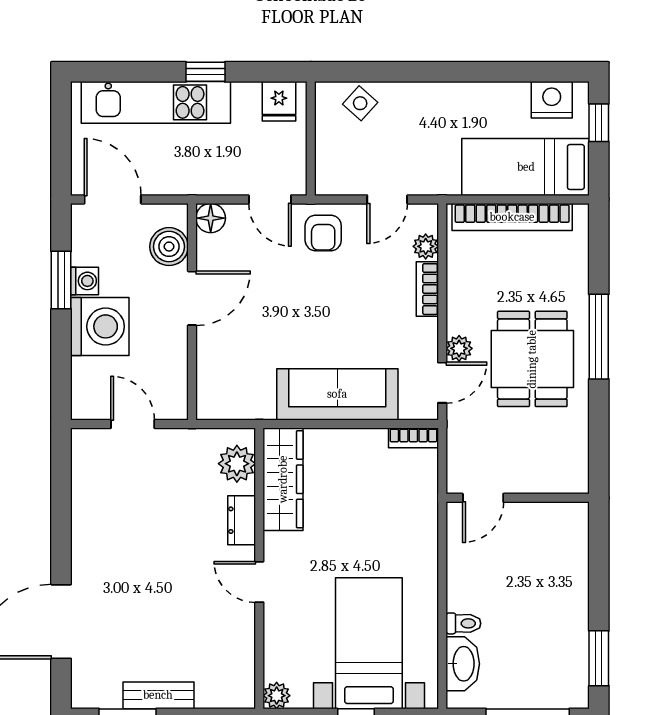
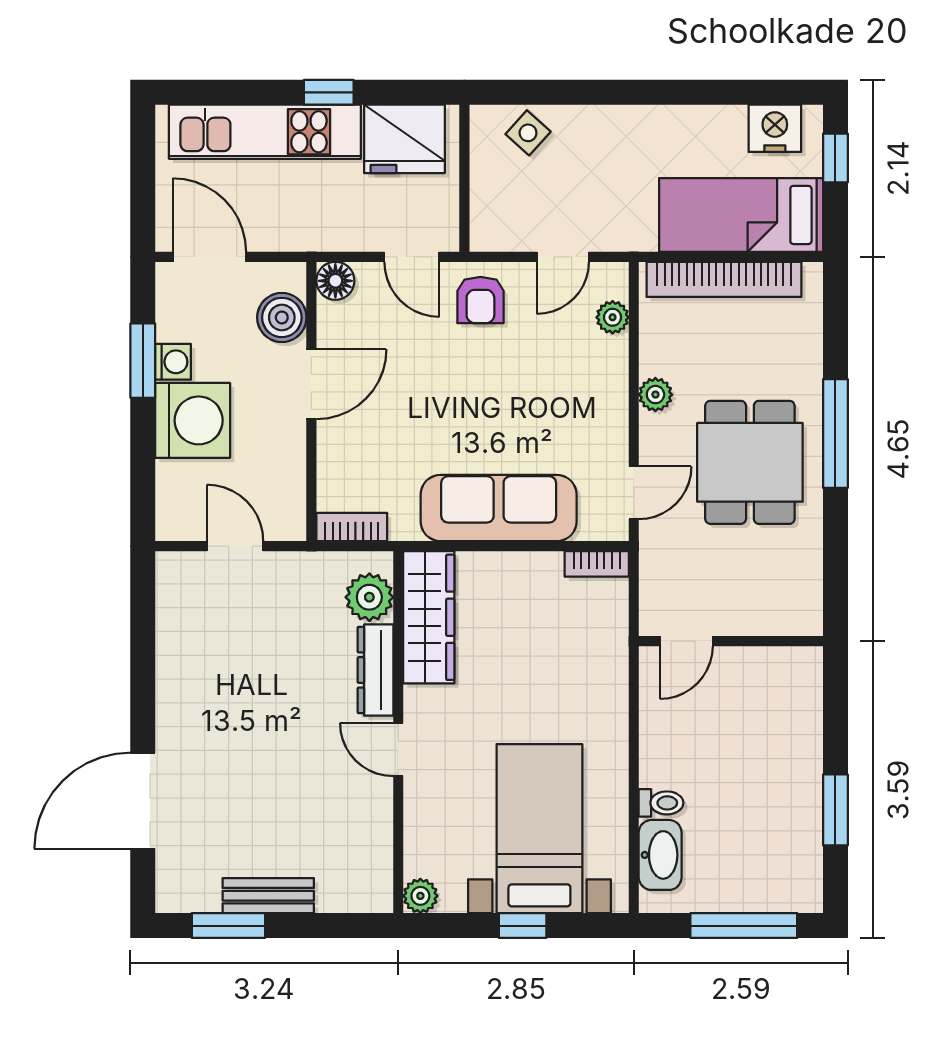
fridge: (279, 101) -> (404, 139), width x1.88, depth x1.34
bookcase: (427, 289) -> (352, 527), moved, turned 90
plant: (459, 348) -> (655, 395), moved
dresser: (242, 520) -> (375, 670), width x1.44
window: (599, 658) -> (835, 810), moved

